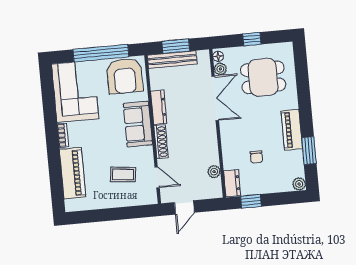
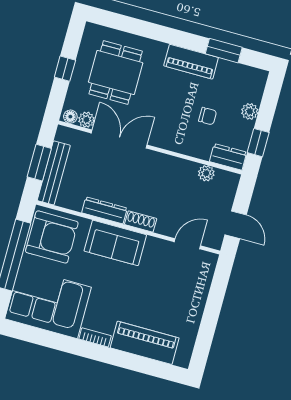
shoe rack: (161, 142) -> (141, 222), width x0.70
coffee table: (123, 174) -> (169, 283), removed
plant: (299, 184) -> (250, 111), moved

